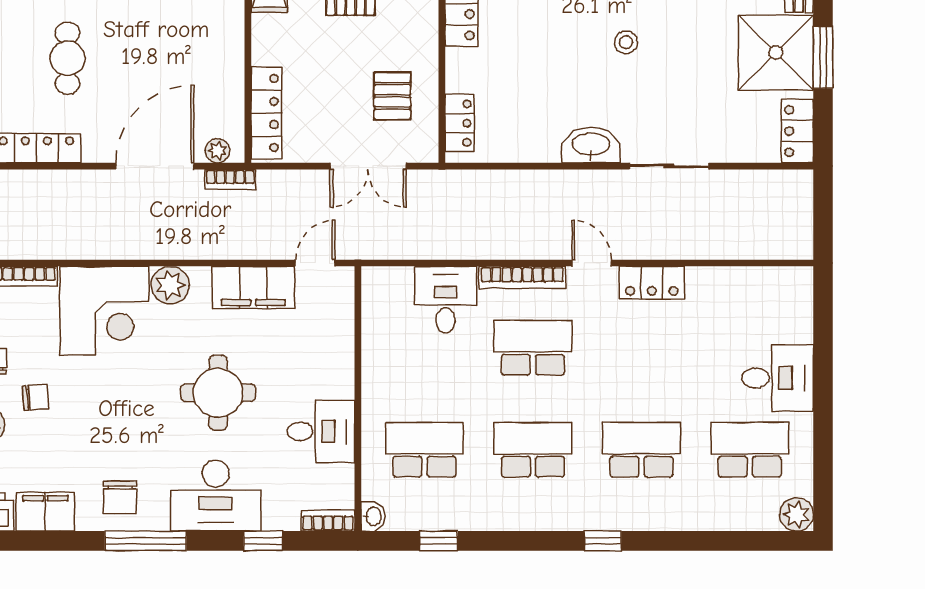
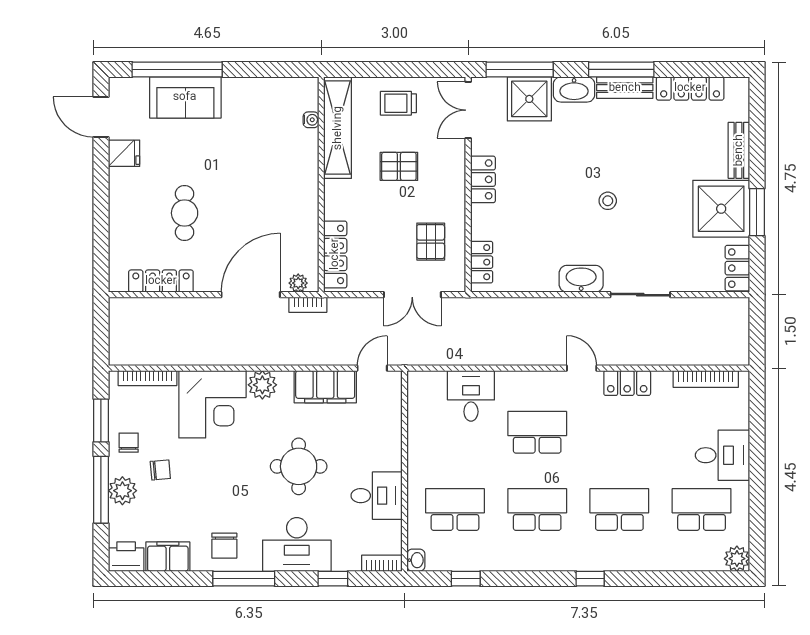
bookcase: (522, 277) -> (706, 379), moved

